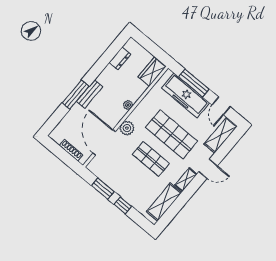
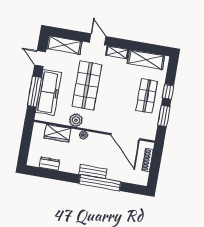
wardrobe: (152, 72) -> (58, 133), moved
window: (76, 95) -> (100, 183), width x1.46
door: (221, 106) -> (40, 59), swing flipped
plant: (127, 128) -> (76, 120), moved
door: (104, 142) -> (125, 137), hinge flipped
shop shelf: (151, 159) -> (147, 96), moved

